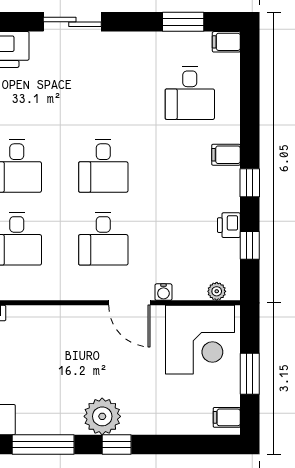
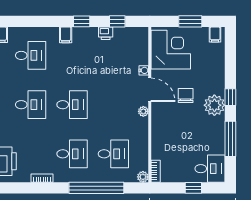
desk: (103, 239) -> (31, 105), moved
plant: (217, 291) -> (143, 111), moved
door: (129, 303) -> (150, 90), hinge flipped
chair: (119, 366) -> (186, 96), added

